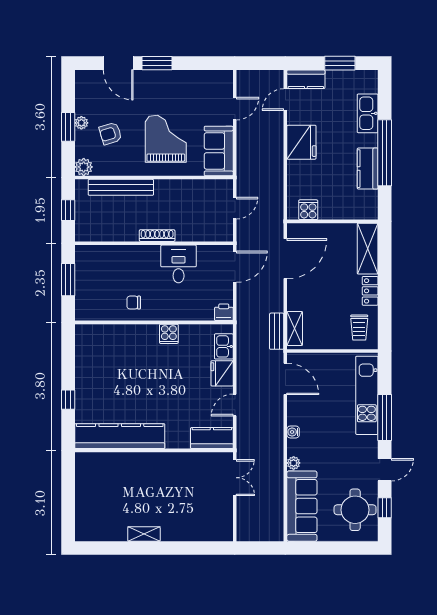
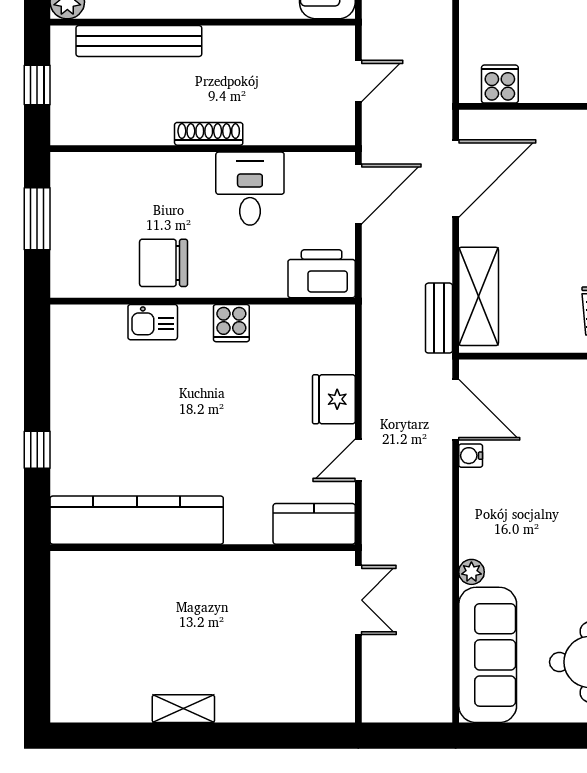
chair: (134, 303) -> (164, 263), width x1.87, depth x1.87
printer: (224, 312) -> (322, 274), width x1.87, depth x1.48
shelving: (295, 328) -> (479, 296), width x1.50, depth x1.33
kitchen sink: (224, 346) -> (153, 322), moved, turned -90
water cooler: (293, 432) -> (471, 456), moved

